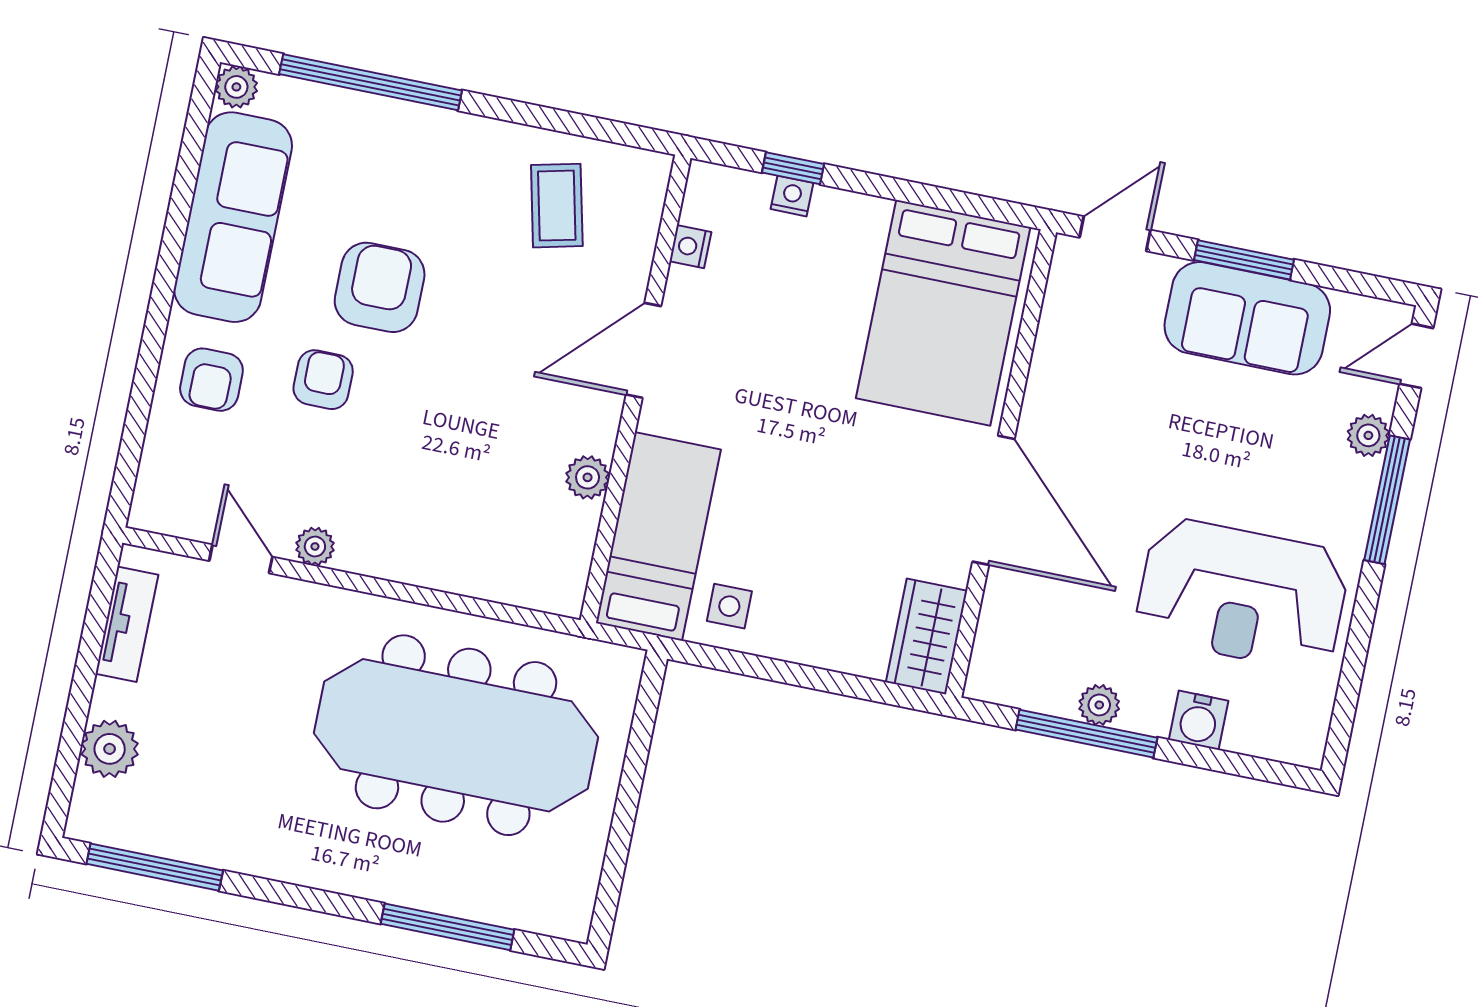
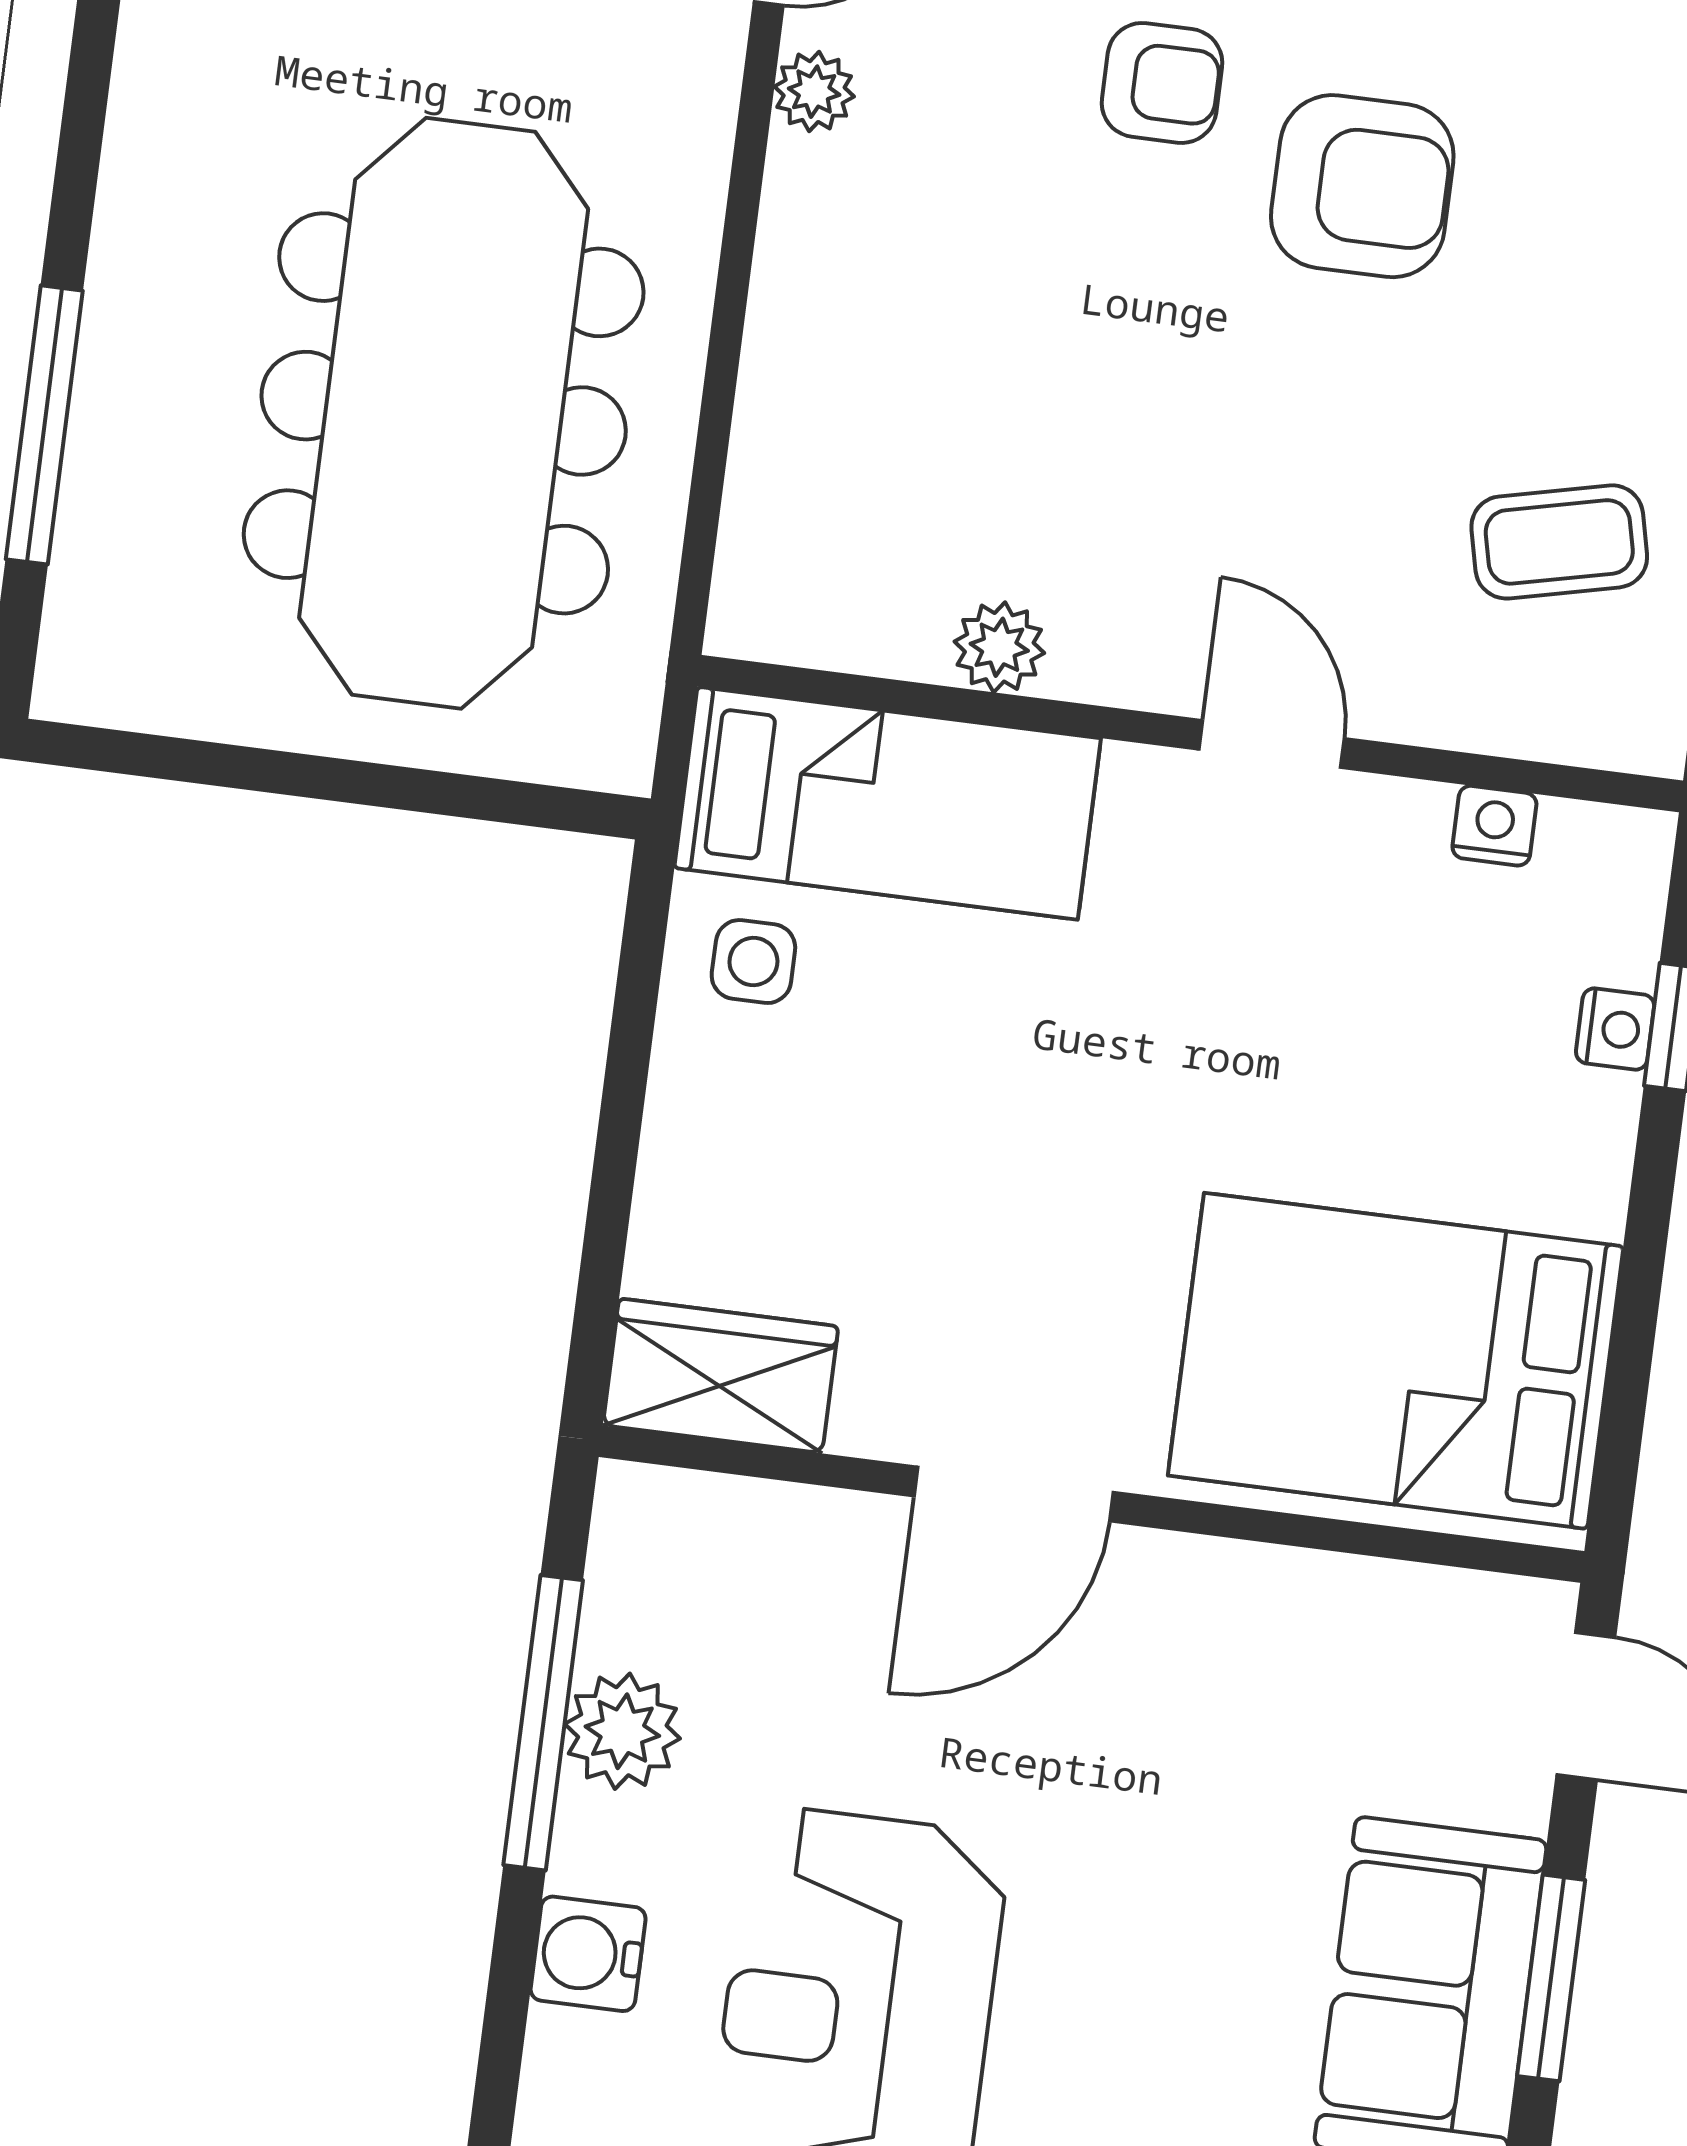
door: (643, 350) -> (1272, 744), width x0.73
door: (993, 500) -> (1014, 1494), width x0.73
plant: (1099, 705) -> (622, 1731), width x1.38, depth x1.38

